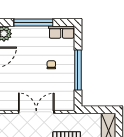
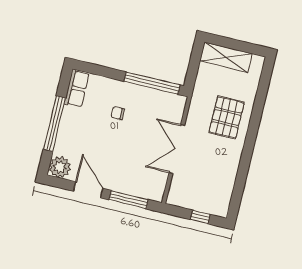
window: (78, 70) -> (152, 83), moved

